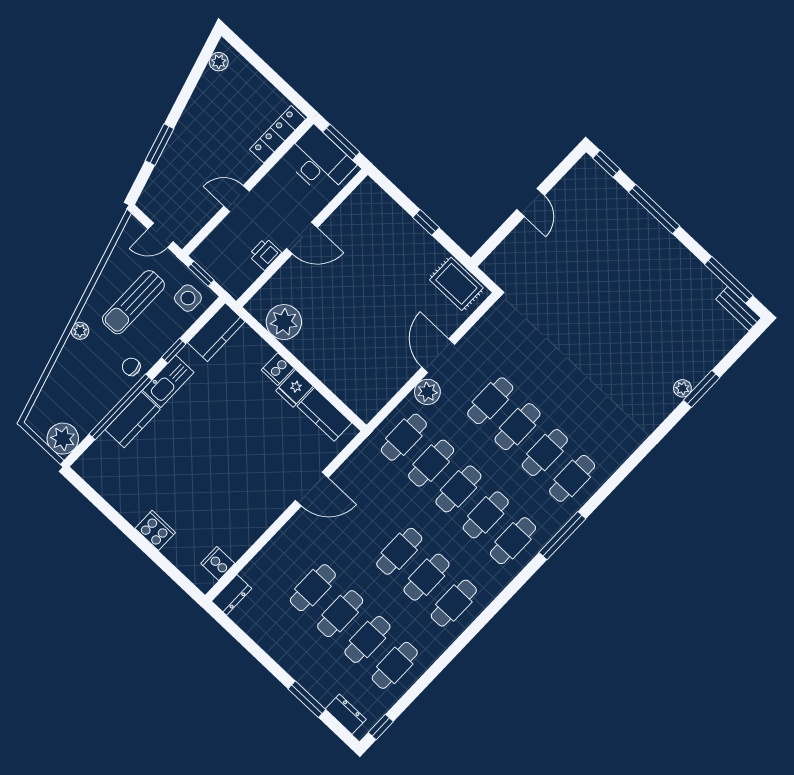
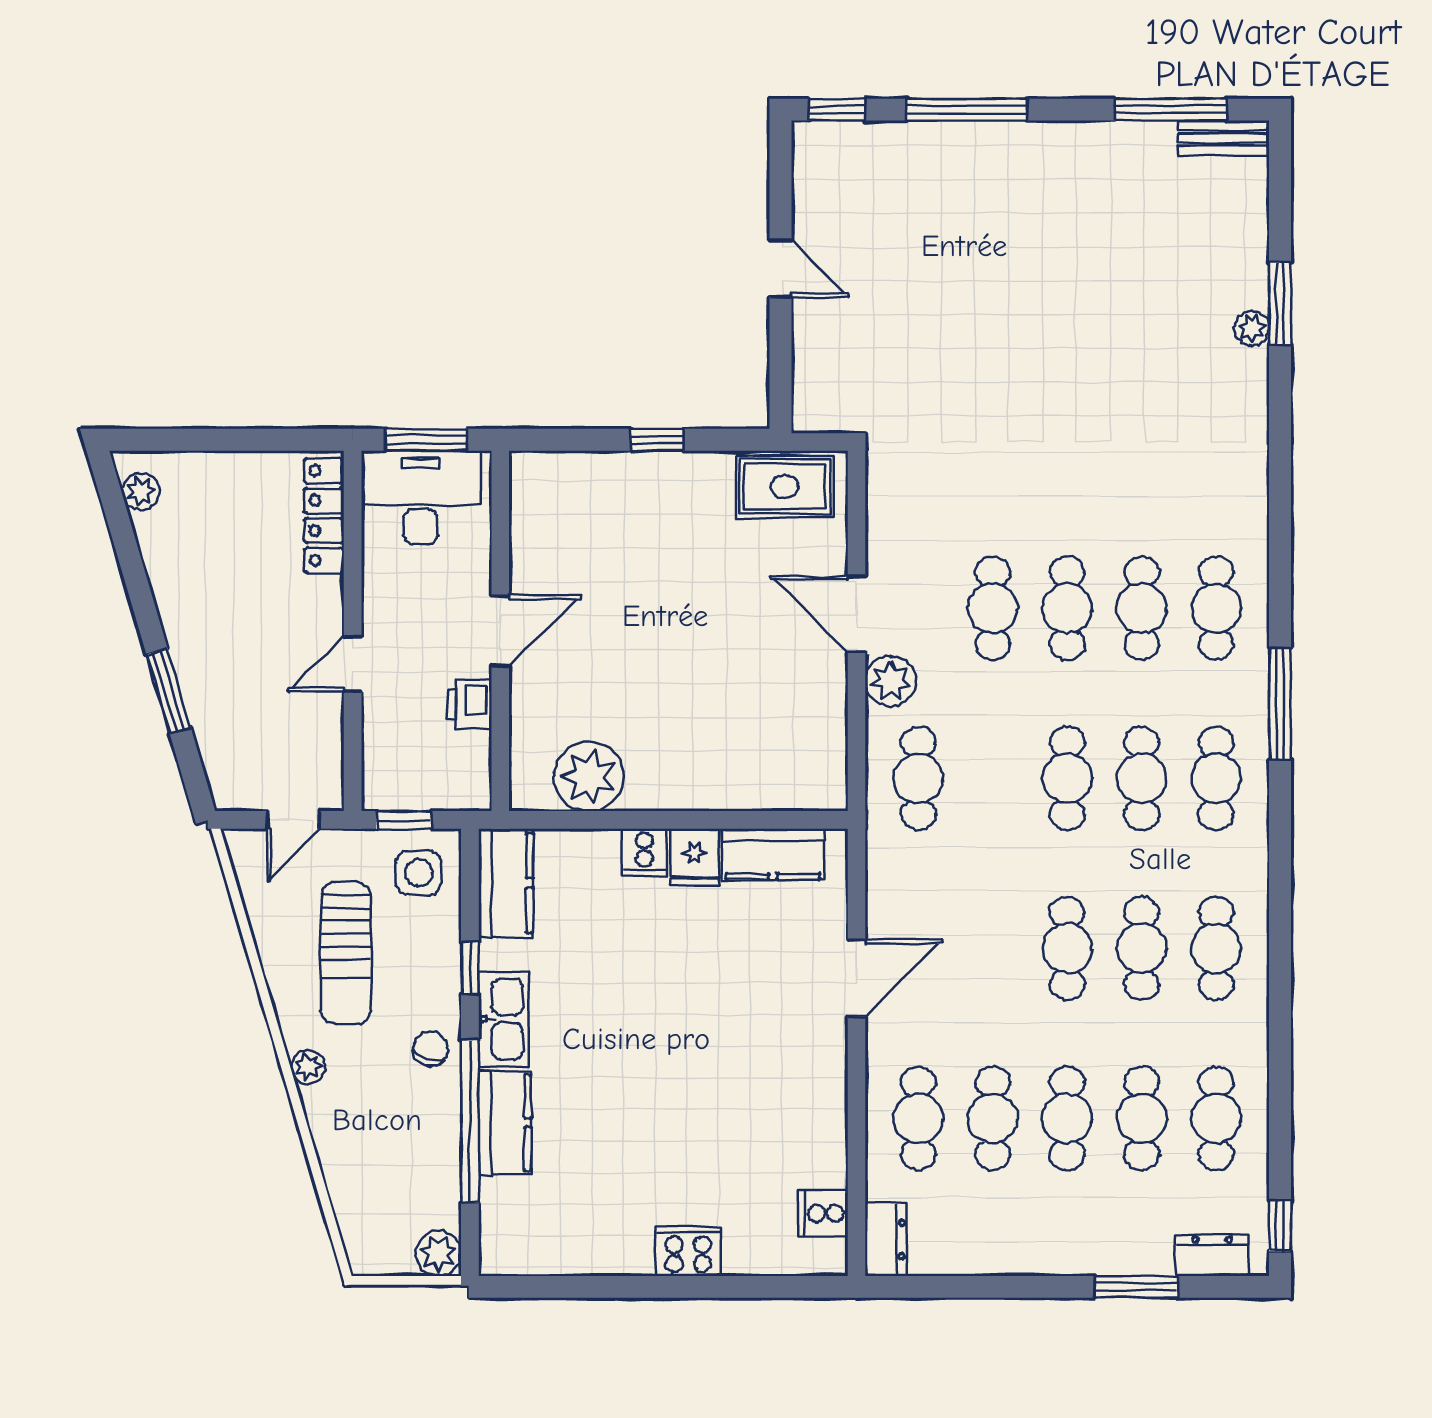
chair: (131, 367) -> (431, 1049), turned 113
plant: (63, 439) -> (439, 1253), width x0.73, depth x0.73
cafe table: (431, 463) -> (918, 1118), moved

